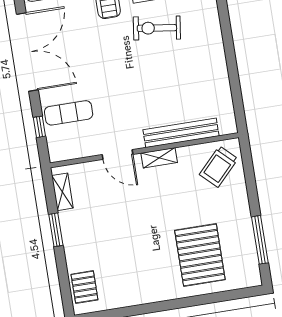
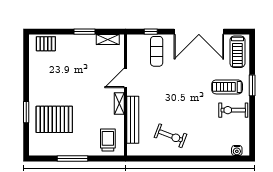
exercise bike: (157, 28) -> (171, 136), moved, turned 103
trolley: (219, 167) -> (108, 140), turned 46
window: (260, 240) -> (72, 158), moved
window: (196, 301) -> (26, 112), added

